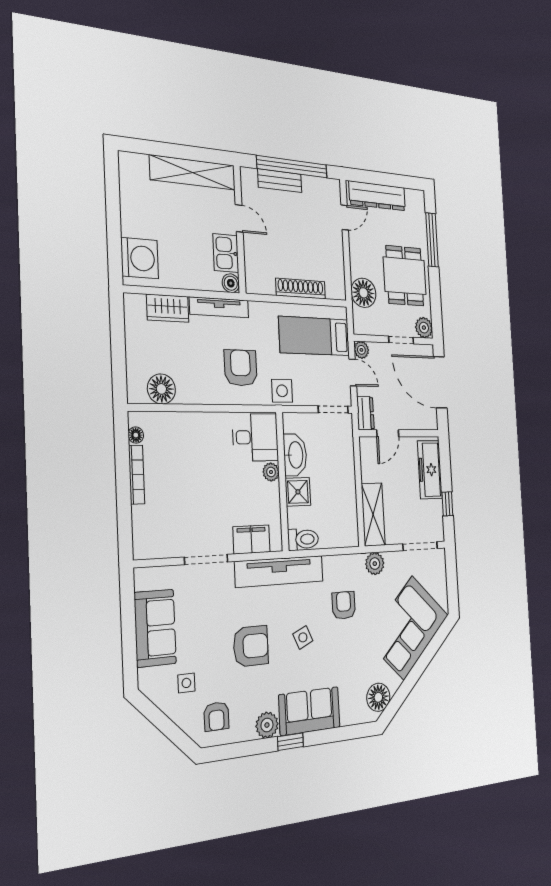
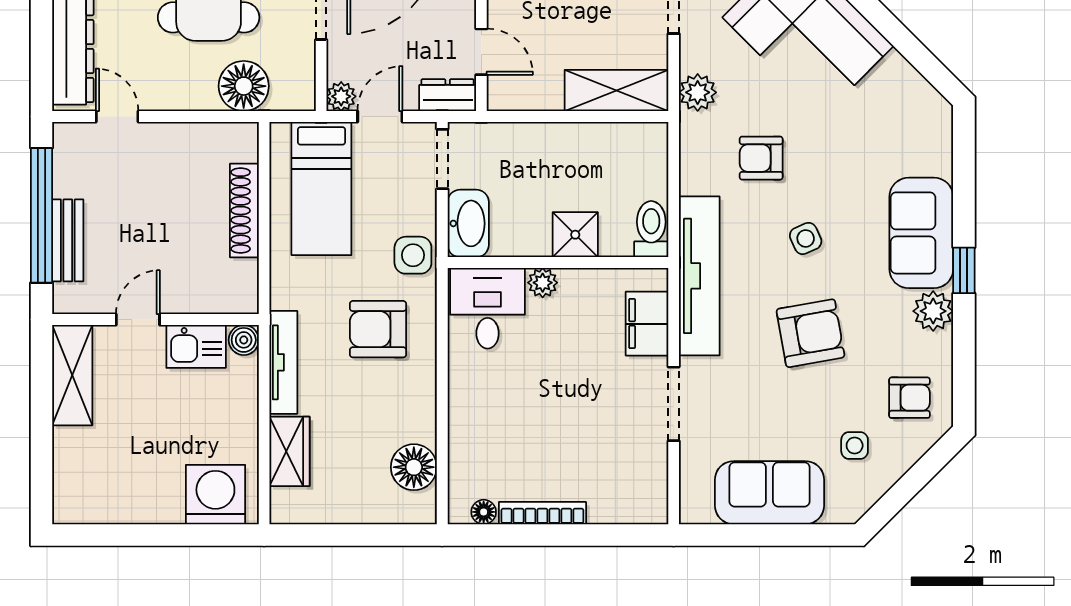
shelving: (193, 172) -> (72, 375), width x0.68
washbasin: (295, 455) -> (468, 223), moved, turned 90
armchair: (251, 646) -> (811, 333), turned 80
floor lamp: (378, 697) -> (915, 100), removed

